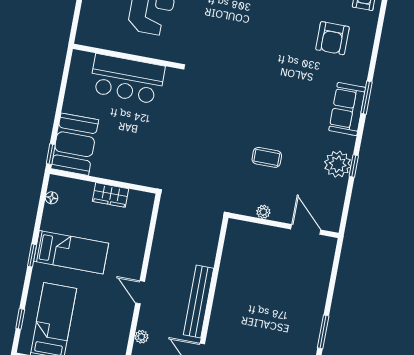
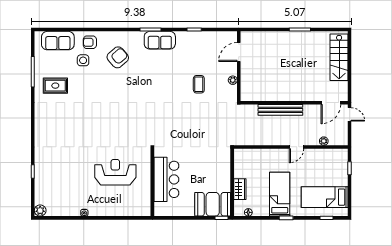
armchair: (332, 38) -> (118, 57), turned -41
plant: (338, 164) -> (195, 40), removed
wardrobe: (111, 195) -> (240, 189), moved
bench: (199, 301) -> (280, 110), moved

